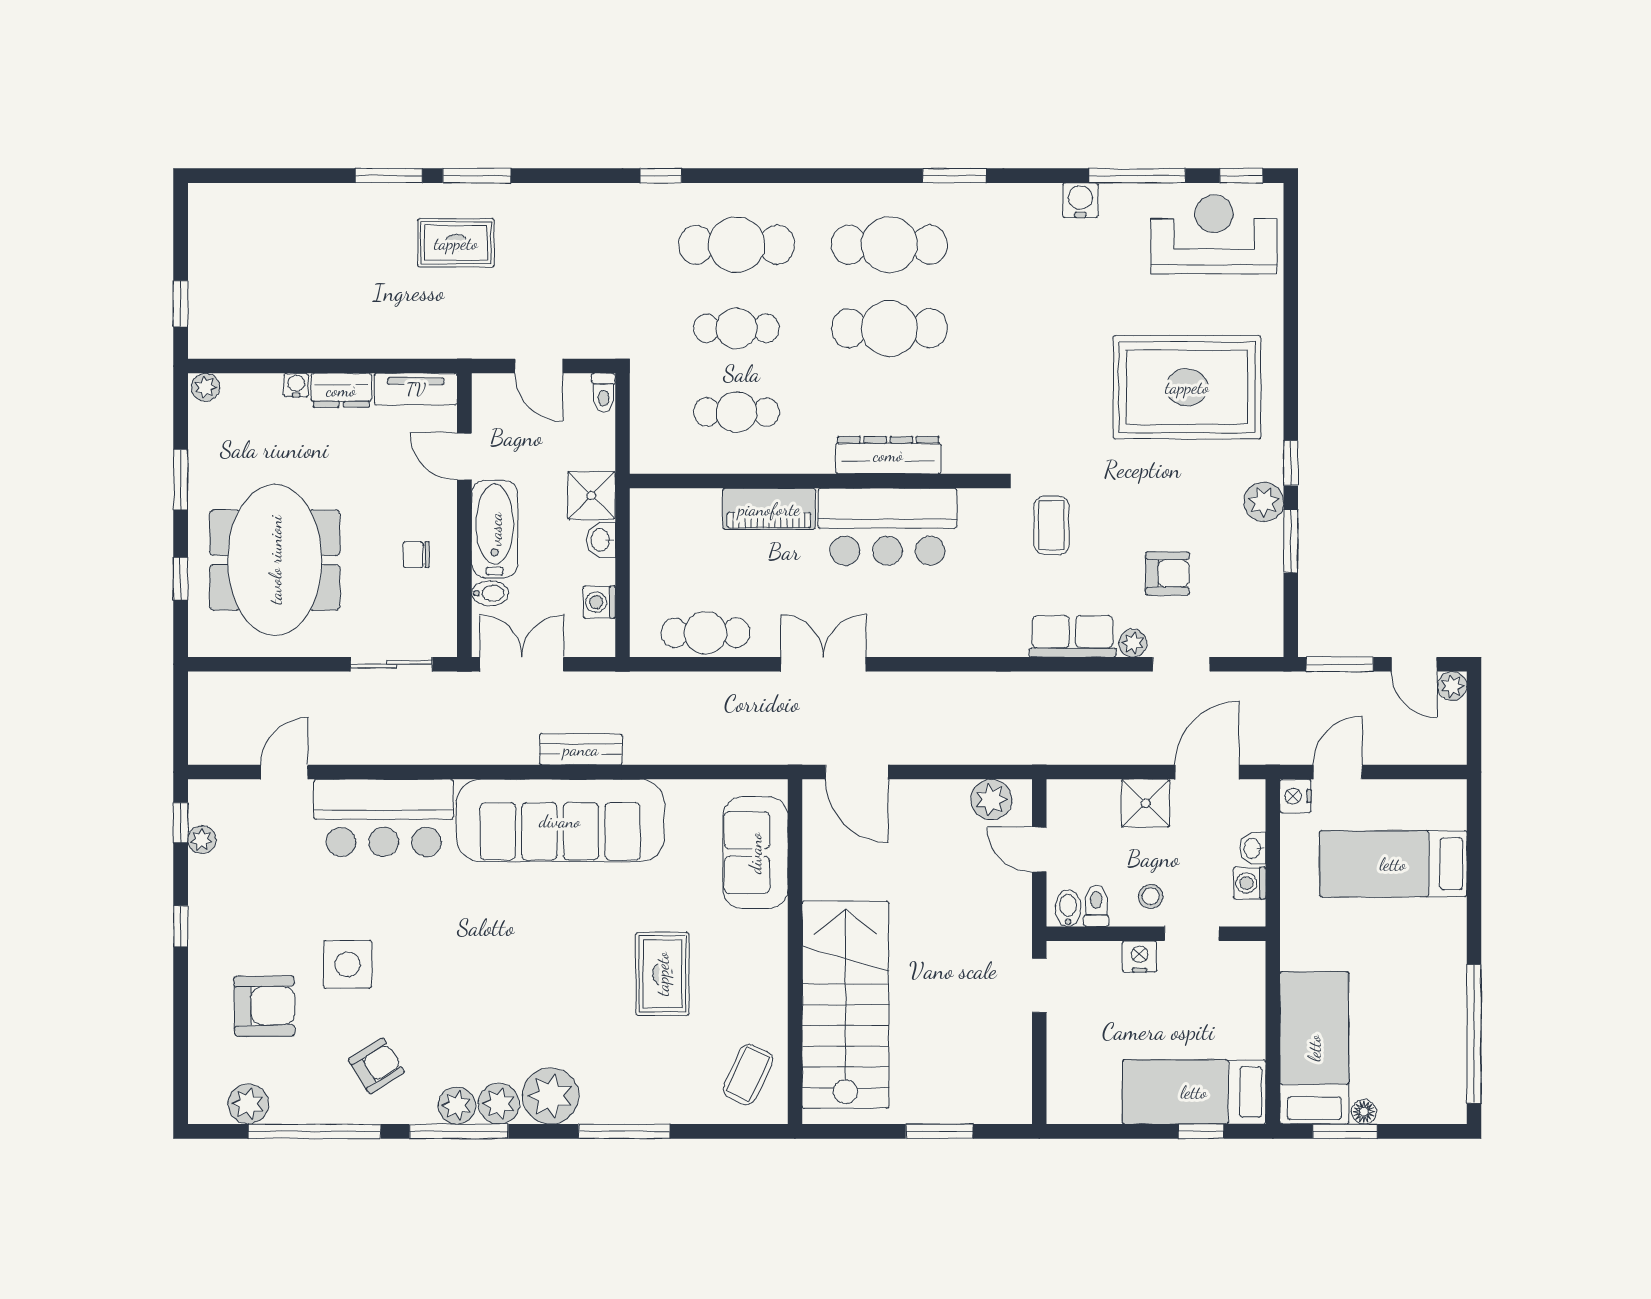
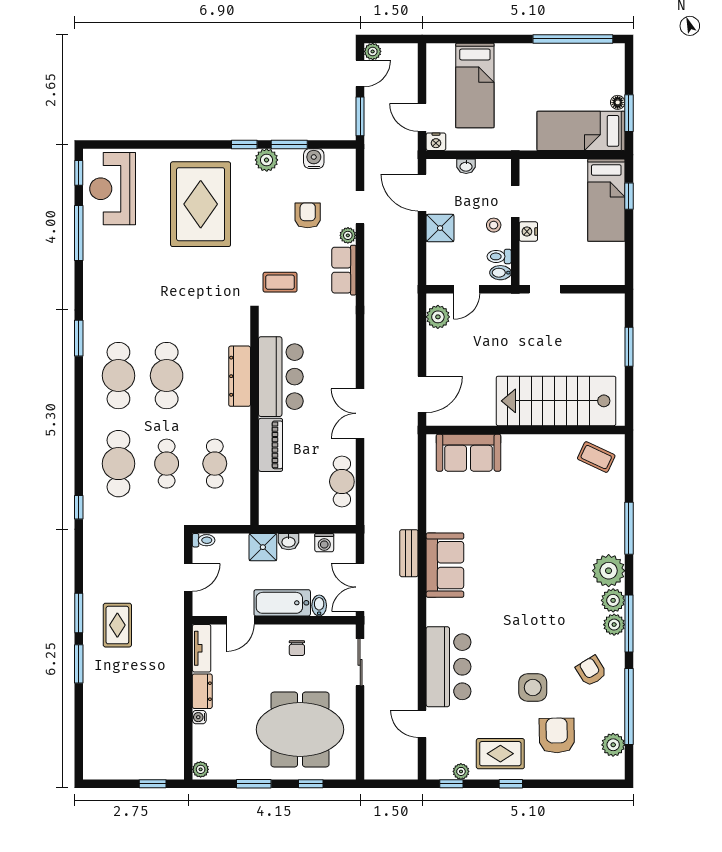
water cooler: (1080, 200) -> (314, 159), moved, turned 90
sofa: (560, 821) -> (445, 565), width x0.54, depth x0.79
washing machine: (1250, 883) -> (486, 168), removed
rug: (662, 974) -> (500, 754), moved

